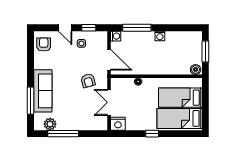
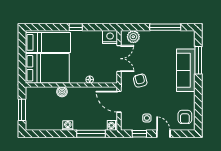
boiler: (196, 70) -> (62, 92), moved
bed: (180, 98) -> (47, 68), width x1.50
plant: (50, 124) -> (133, 37), moved

